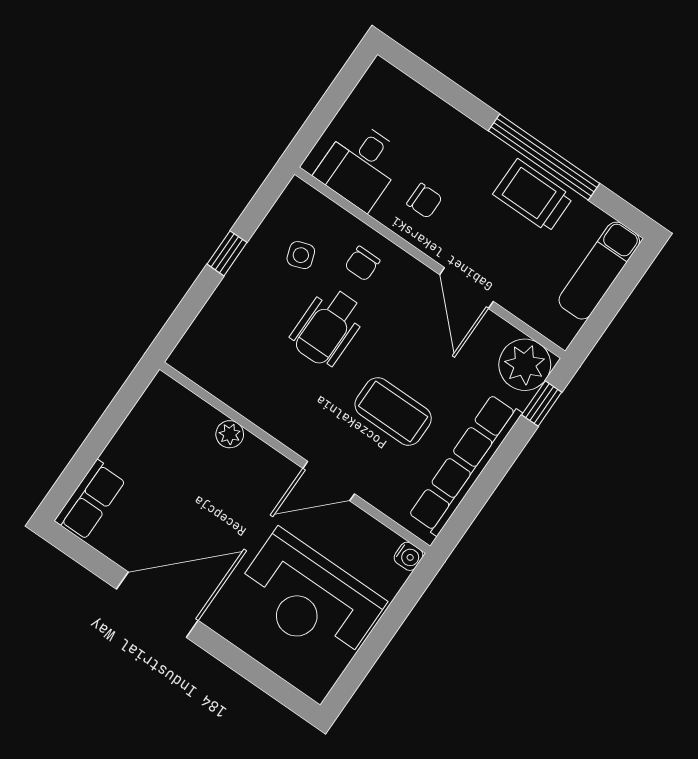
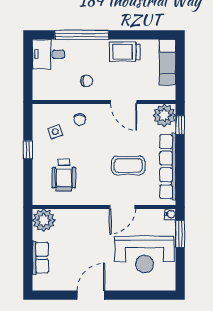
window: (544, 157) -> (82, 35), moved
desk: (360, 165) -> (48, 54), moved, turned 90
wheelchair: (328, 327) -> (64, 175), moved
plant: (230, 434) -> (44, 220), moved, width x1.87, depth x1.87
row of seats: (90, 500) -> (40, 258), moved
door: (157, 605) -> (91, 295), width x0.73
window: (402, 606) -> (180, 234), added

